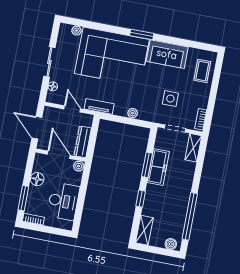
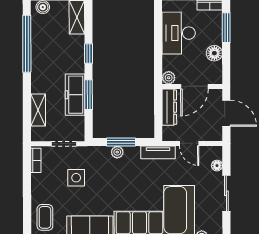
window: (128, 121) -> (121, 142), added
shelving: (193, 148) -> (38, 110), moved
door: (59, 155) -> (194, 86), hinge flipped

